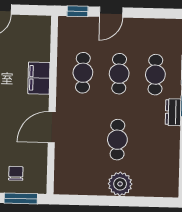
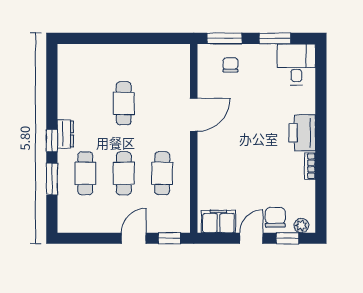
filing cabinet: (39, 78) -> (218, 221), moved, turned -90
chair: (16, 173) -> (230, 65), turned 180
plant: (120, 184) -> (120, 57), removed

